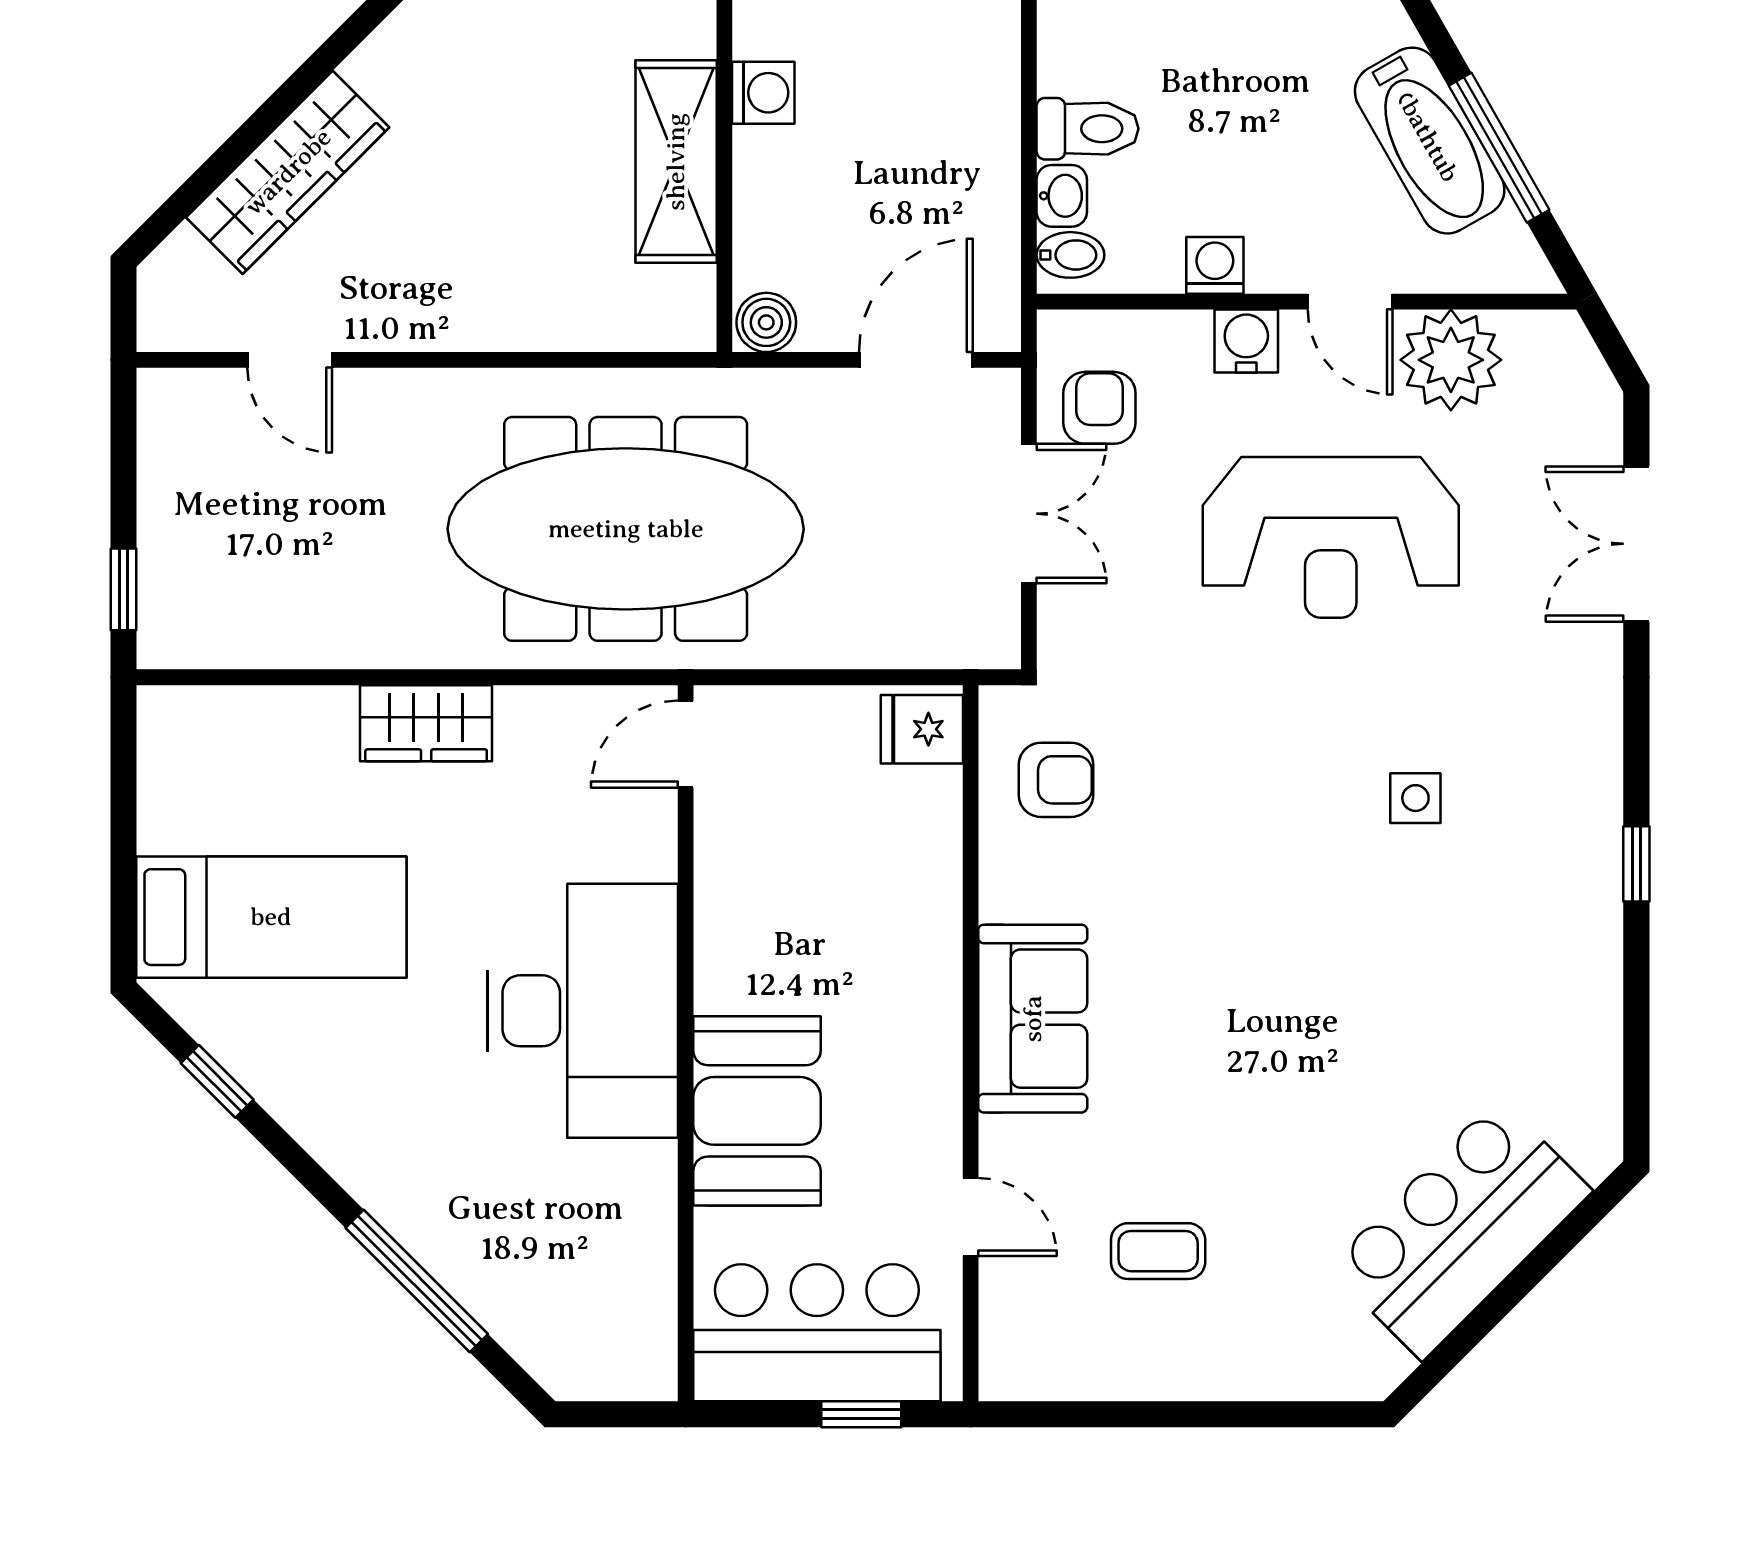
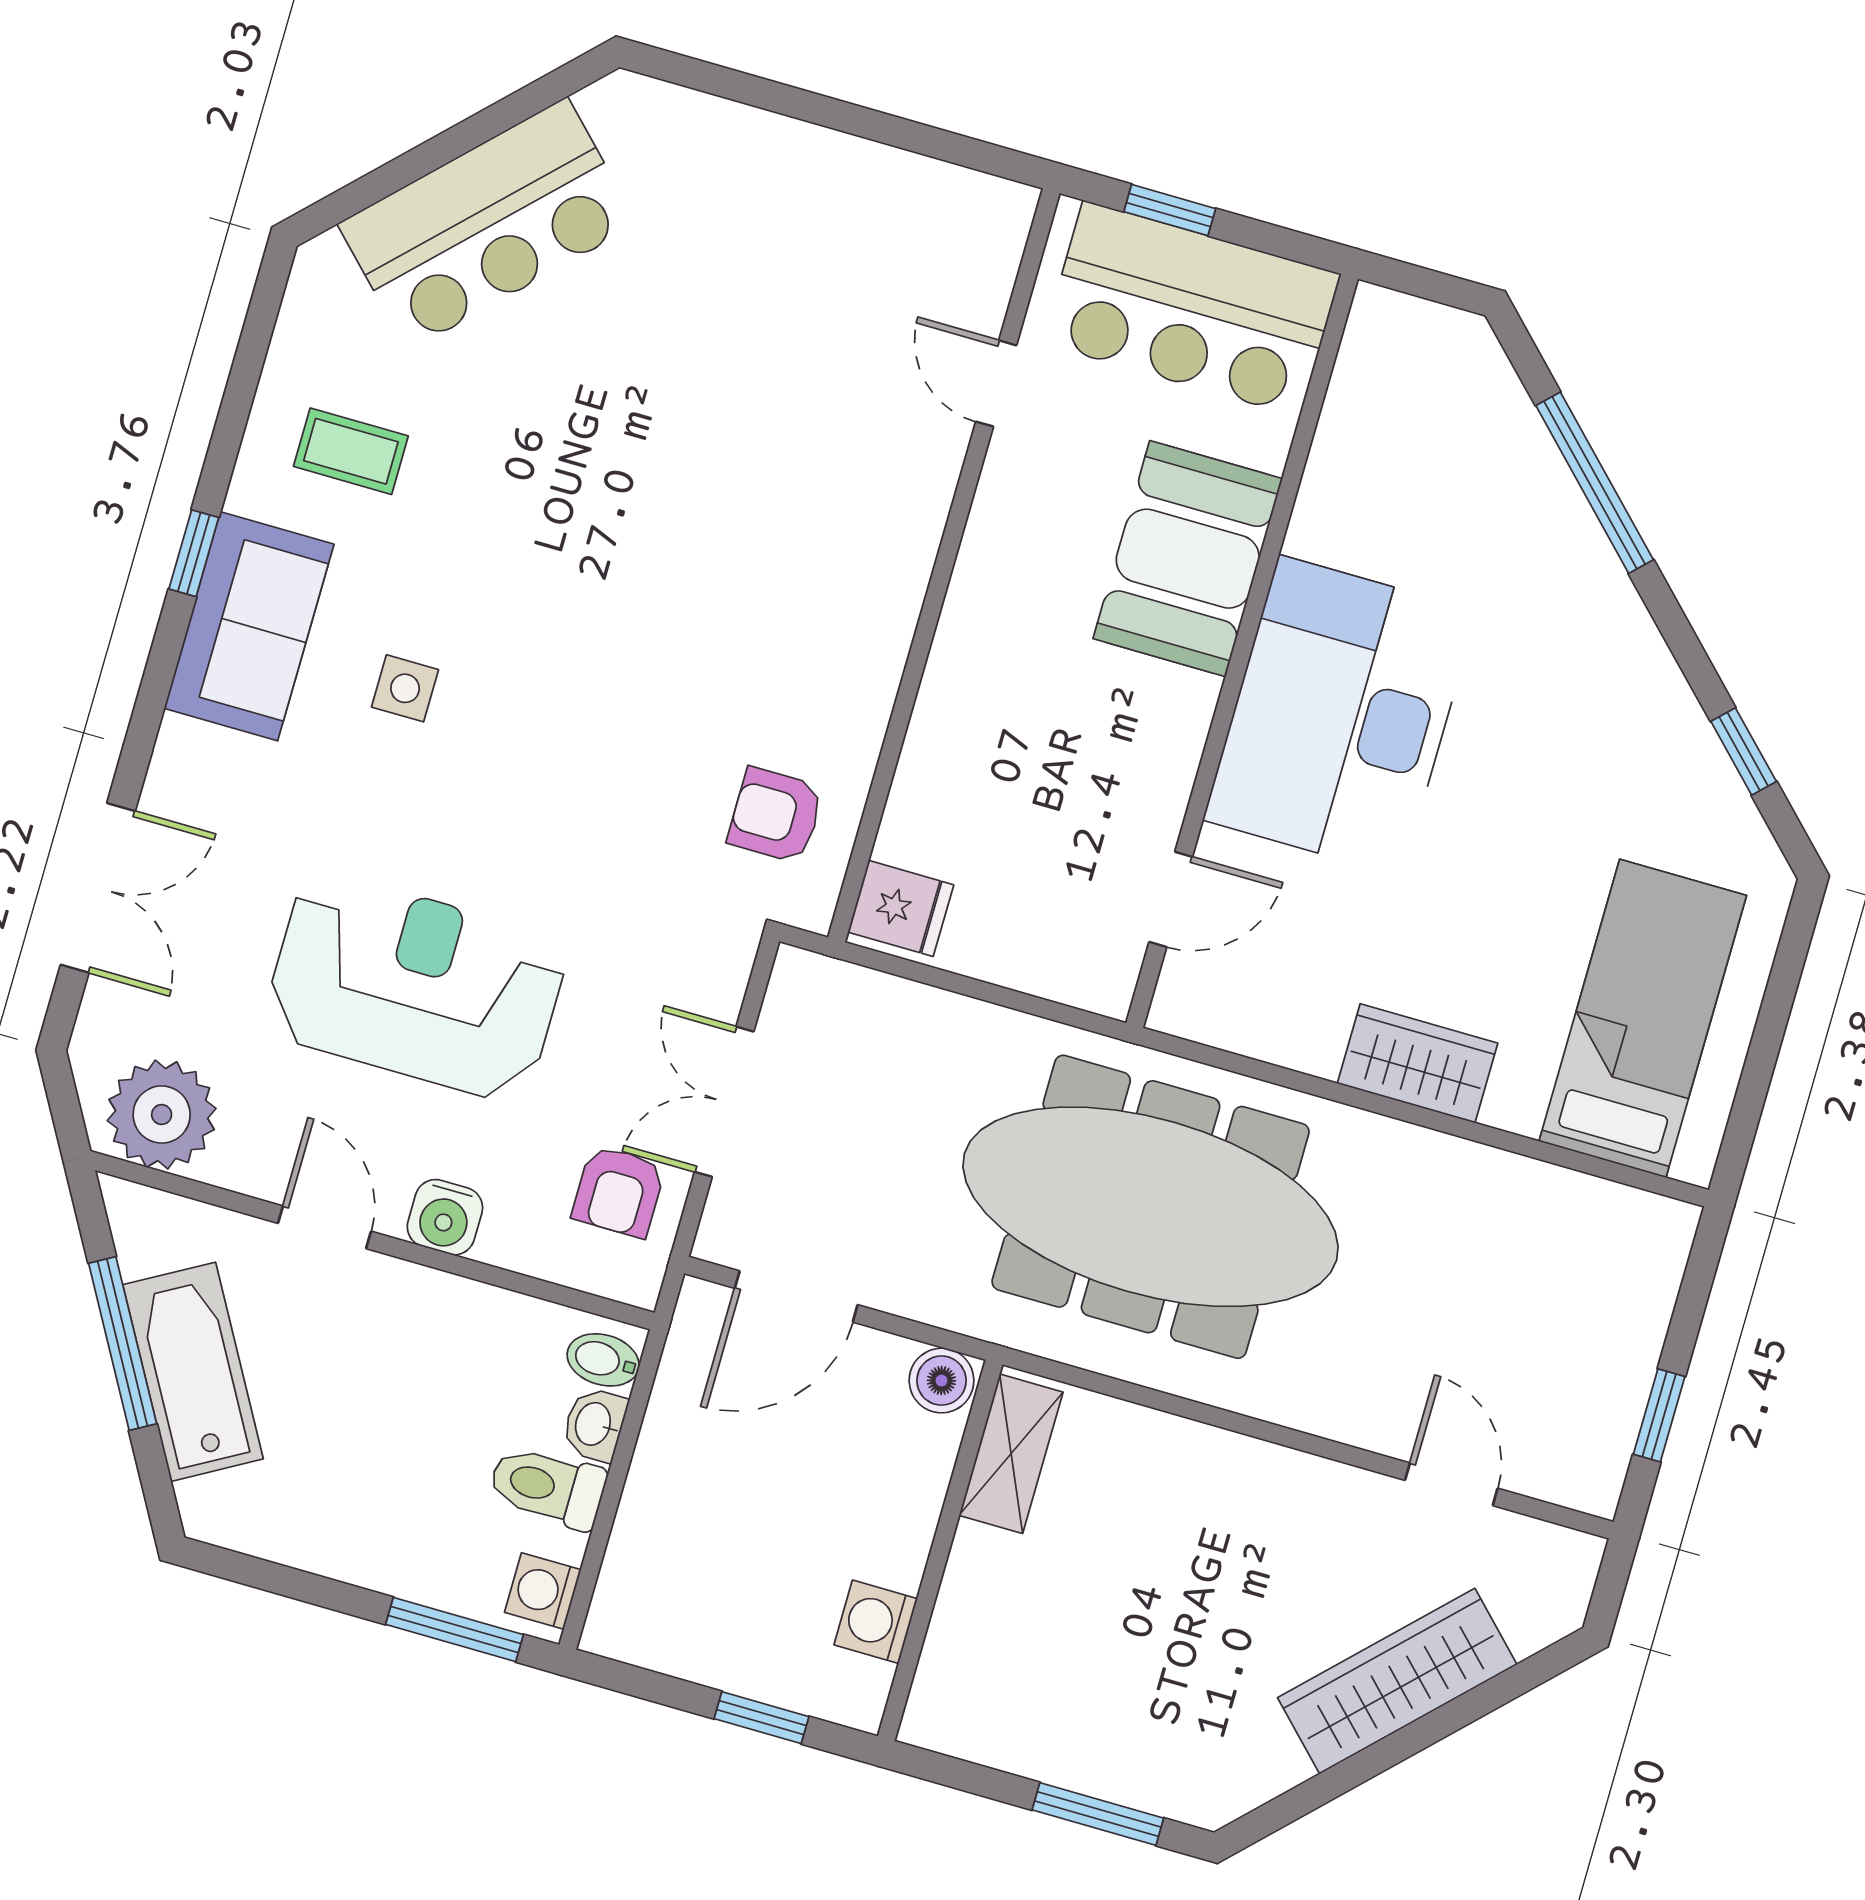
shelving: (676, 162) -> (1011, 1454), moved, width x0.67, depth x0.75
washing machine: (1215, 265) -> (543, 1591), moved, turned 90
plant: (1451, 360) -> (162, 1115), moved
window: (123, 589) -> (1659, 1415), moved
door: (686, 744) -> (1171, 899), moved
bed: (271, 917) -> (1643, 1018), moved, turned 90
sofa: (1033, 1019) -> (249, 626), moved, turned 180
coffee table: (1158, 1251) -> (351, 451), moved

